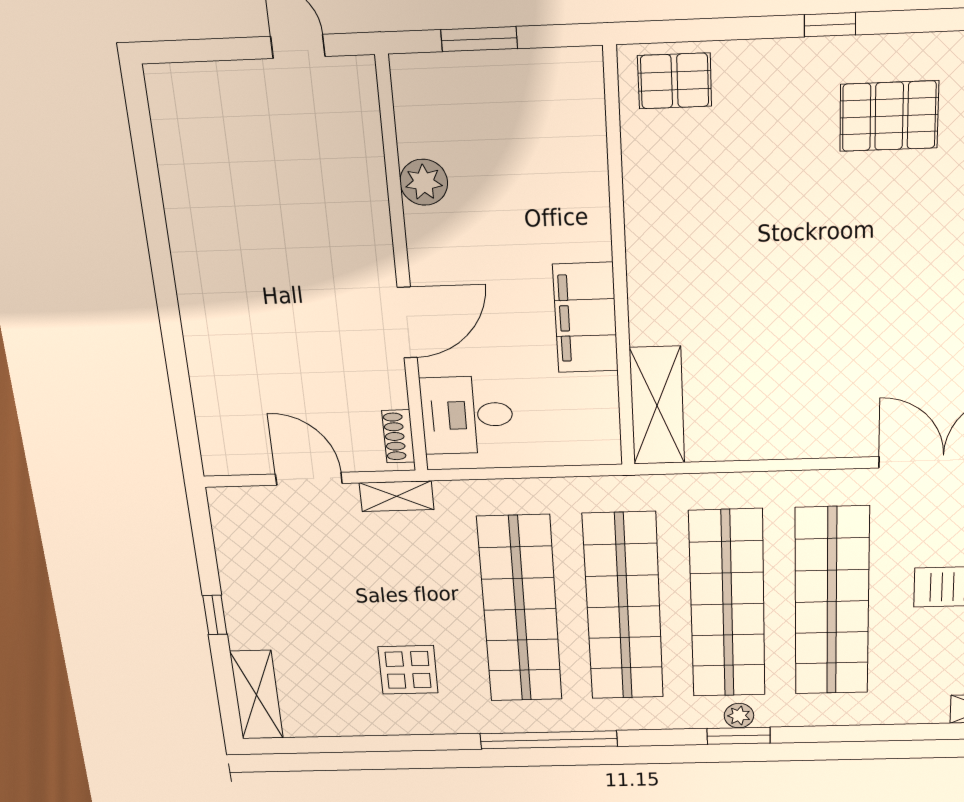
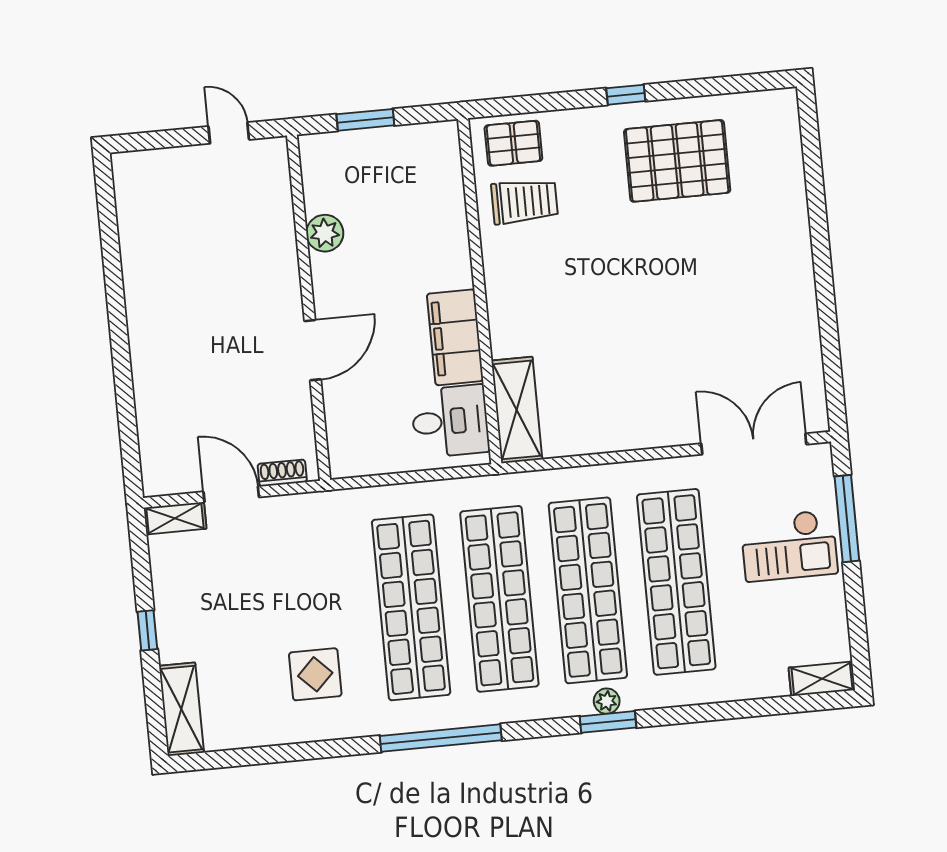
pallet: (889, 116) -> (677, 161), width x1.37, depth x1.41
trolley: (684, 157) -> (524, 201), added
desk: (467, 415) -> (450, 421), moved, turned 180
shoe rack: (398, 436) -> (282, 473), moved, turned 90
shelving: (397, 496) -> (175, 518), moved

